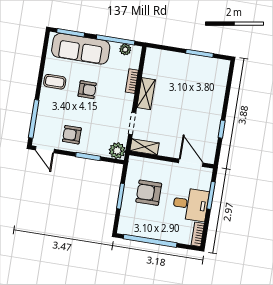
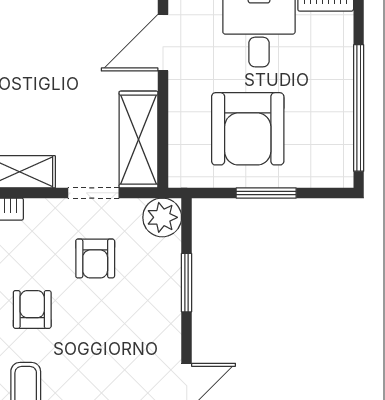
armchair: (72, 135) -> (95, 258), moved
shelving: (144, 147) -> (139, 140), width x1.50, depth x1.33
armchair: (149, 193) -> (248, 129), width x1.36, depth x1.36

